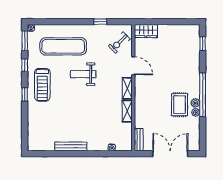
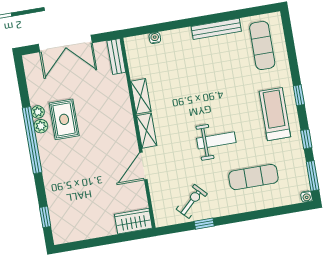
exercise bike: (119, 42) -> (192, 201), moved
exercise mat: (63, 46) -> (253, 177), width x0.73, depth x0.69
door: (133, 66) -> (143, 166), hinge flipped
exercise mat: (43, 131) -> (262, 45), added

